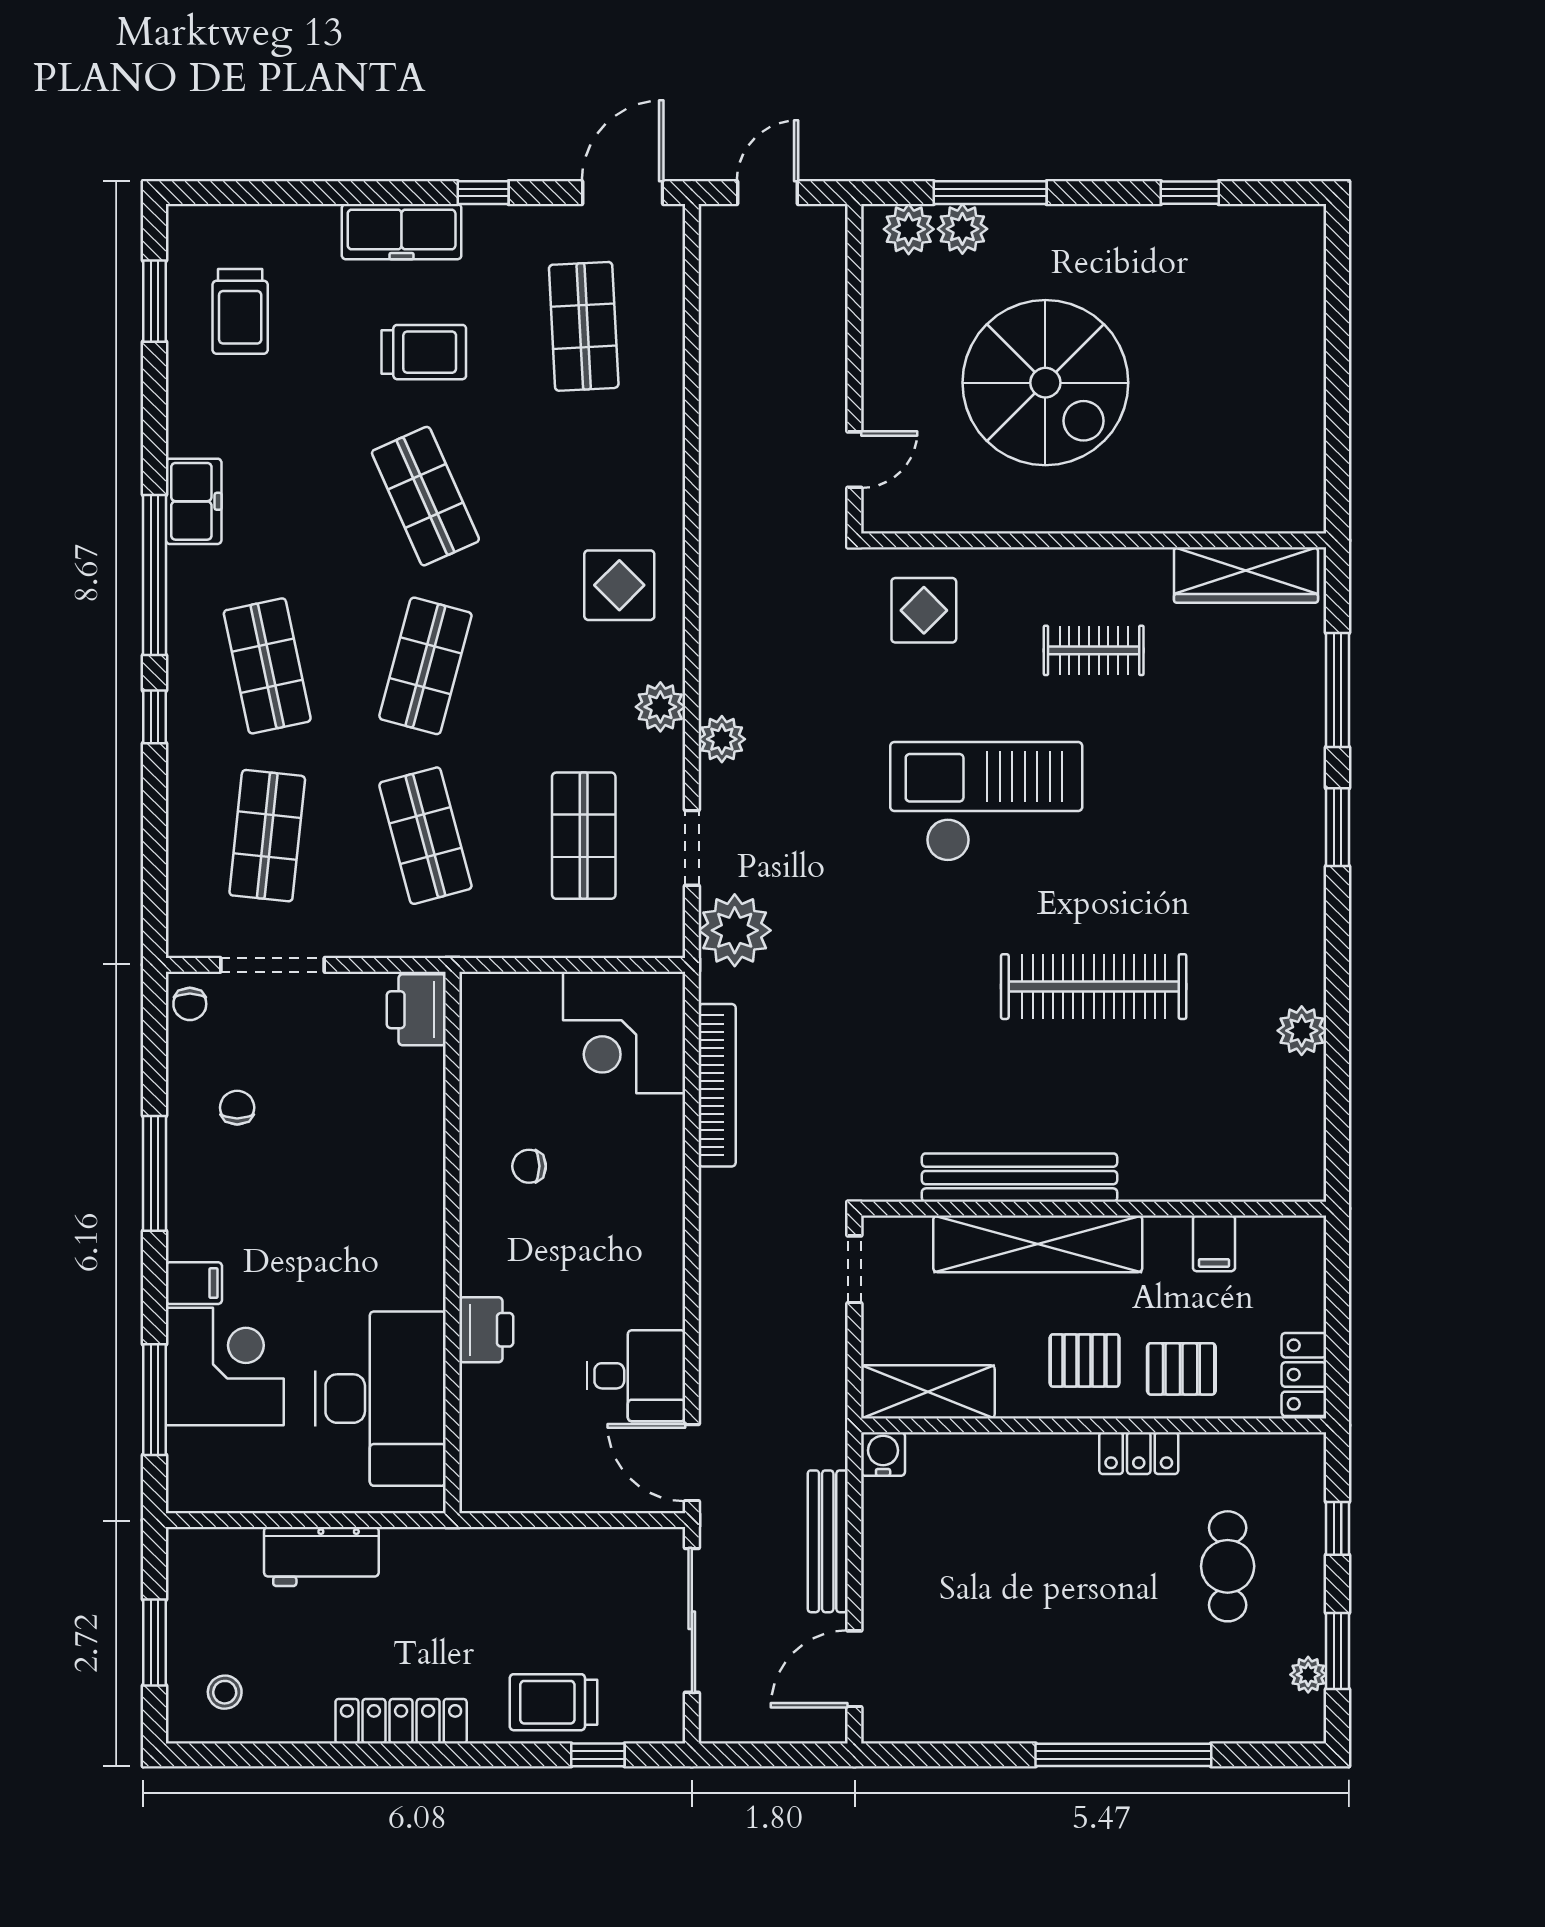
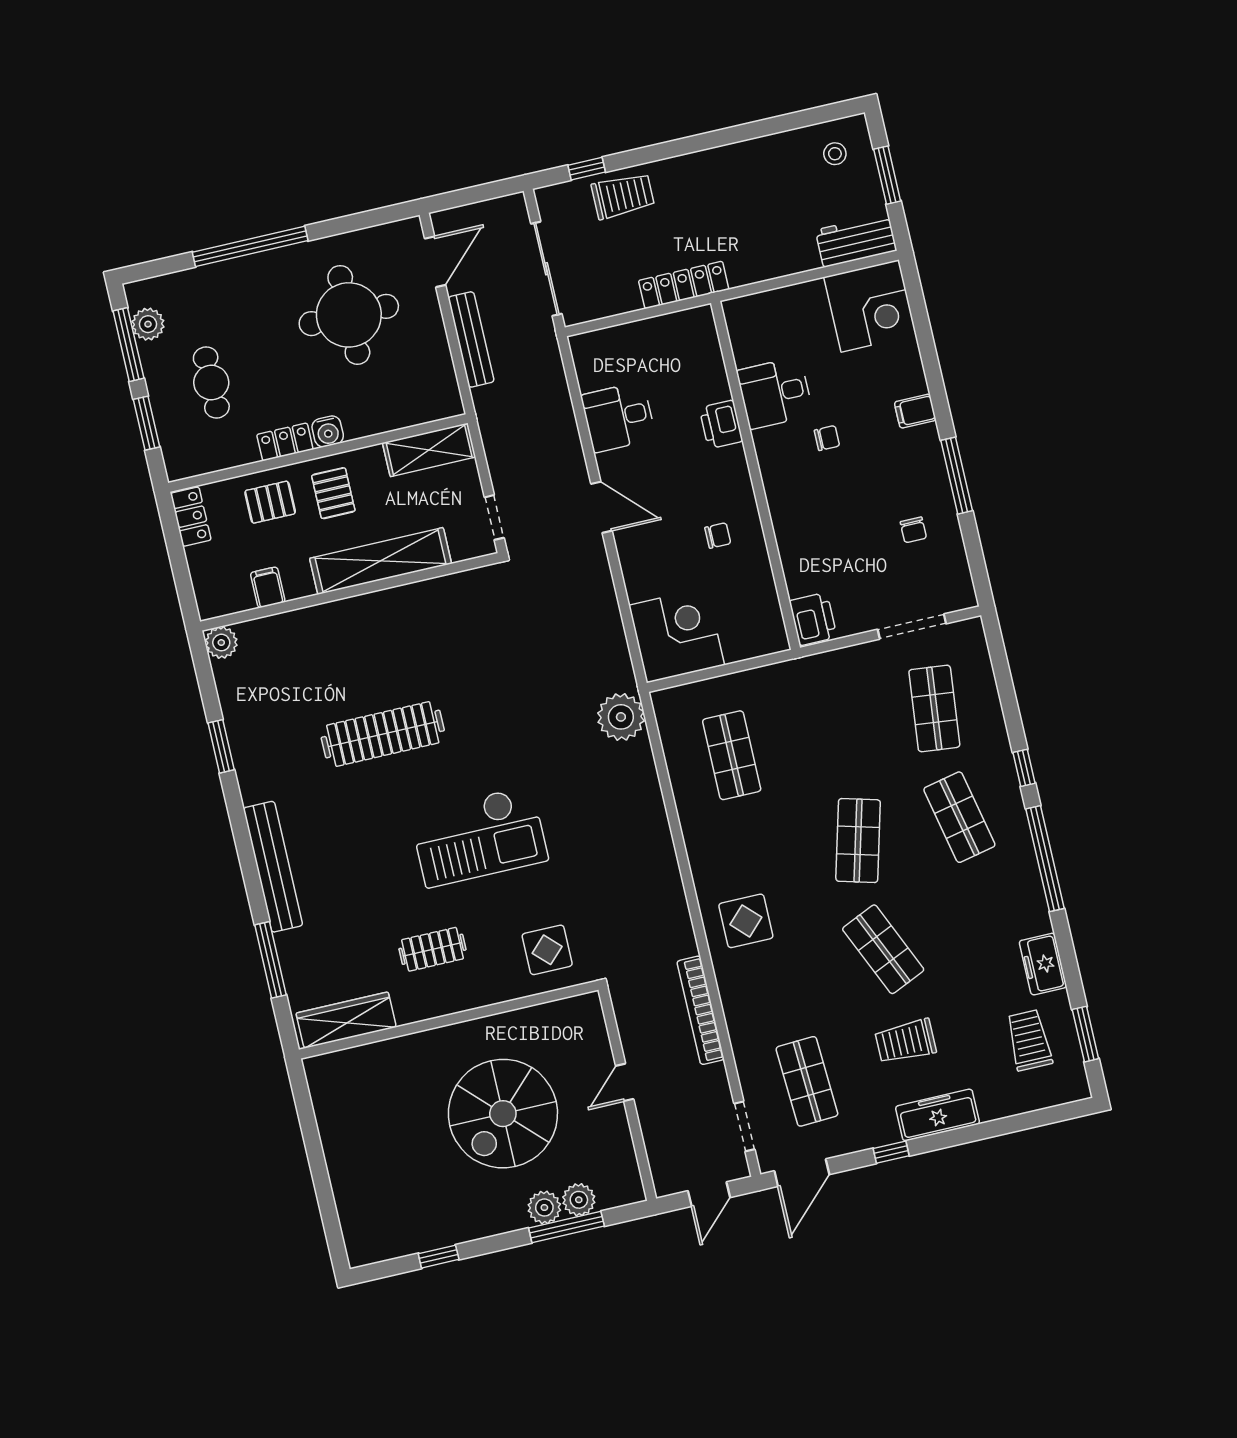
plant: (909, 229) -> (544, 1208), moved
spiral stairs: (1045, 383) -> (503, 1114), turned -90
door: (854, 460) -> (625, 1082), moved
freezer: (194, 501) -> (1043, 964), moved
plant: (660, 707) -> (702, 849), removed
plant: (722, 739) -> (657, 837), removed
window: (1337, 827) -> (221, 746), moved
shop shelf: (425, 836) -> (833, 732), removed
doorway: (692, 848) -> (744, 1126), moved
chair: (190, 1004) -> (827, 438), moved, turned 90
plant: (1302, 1031) -> (221, 643), moved
bookcase: (717, 1085) -> (701, 1010), moved
bench: (1020, 1178) -> (273, 867), moved, turned 90
pallet: (1085, 1360) -> (333, 493), turned 90
corner desk: (225, 1367) -> (870, 306), moved, turned -90
desk: (380, 1399) -> (775, 393), width x0.53, depth x0.77
window: (155, 1400) -> (923, 331), removed
water cooler: (883, 1454) -> (328, 431), moved
door: (692, 1463) -> (601, 507), moved
window: (1337, 1528) -> (147, 423), width x1.50
workbench: (321, 1556) -> (856, 240), moved
round table: (1001, 1619) -> (349, 315), added
window: (1337, 1651) -> (128, 345), width x1.44
plant: (1308, 1675) -> (148, 324), width x1.38, depth x1.38
locker: (401, 1721) -> (684, 285), moved, turned 180

